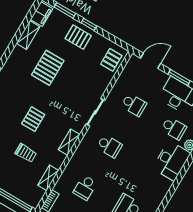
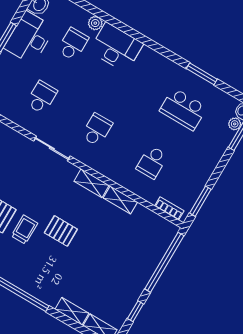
trolley: (26, 153) -> (24, 230), moved
shelving: (48, 178) -> (120, 200), moved
school desk: (85, 188) -> (152, 162), turned 90

